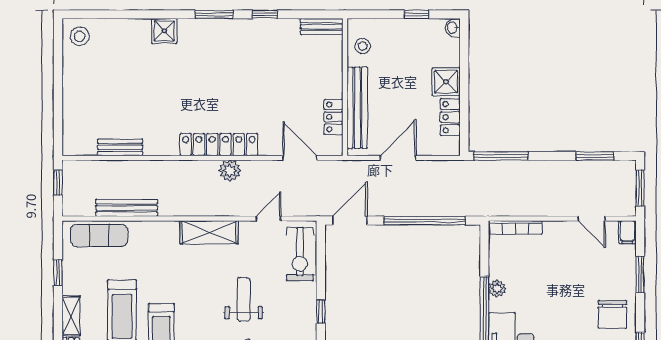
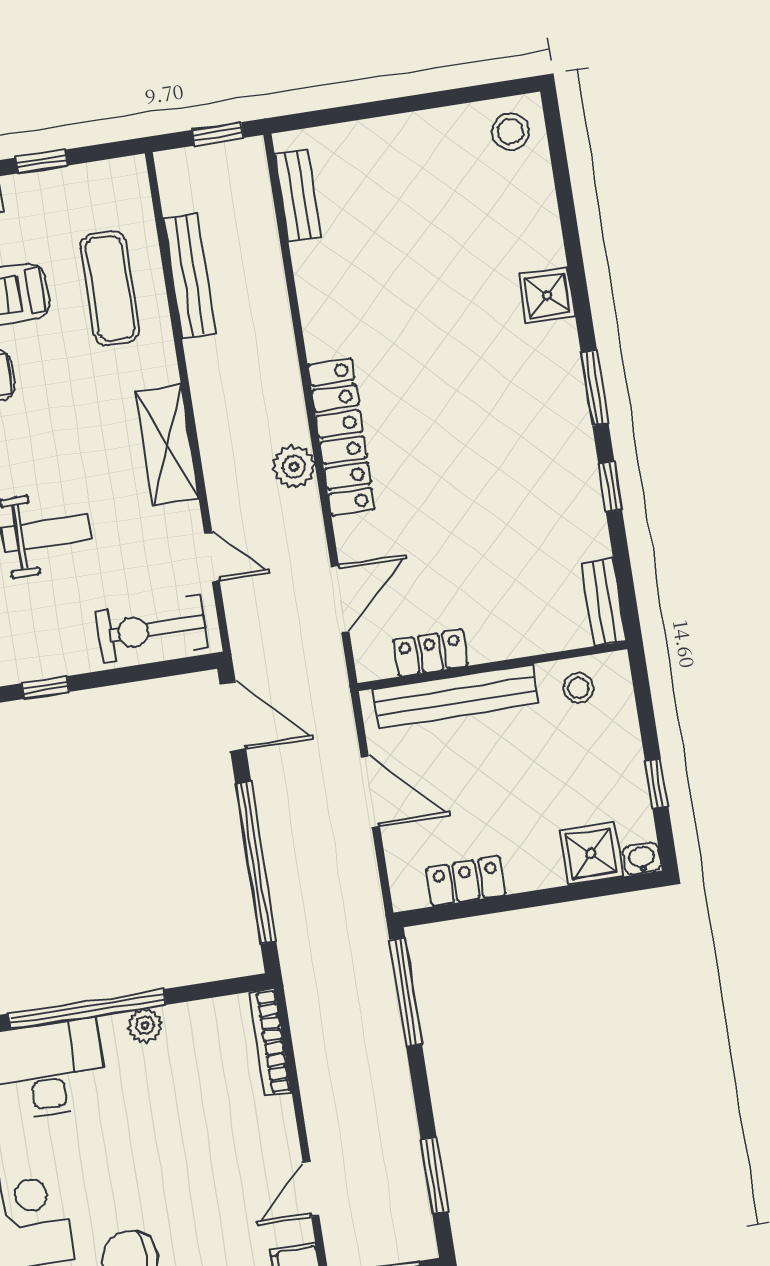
shower: (446, 82) -> (591, 853), moved
bench: (120, 147) -> (298, 196), moved
exercise mat: (99, 235) -> (110, 288), moved

